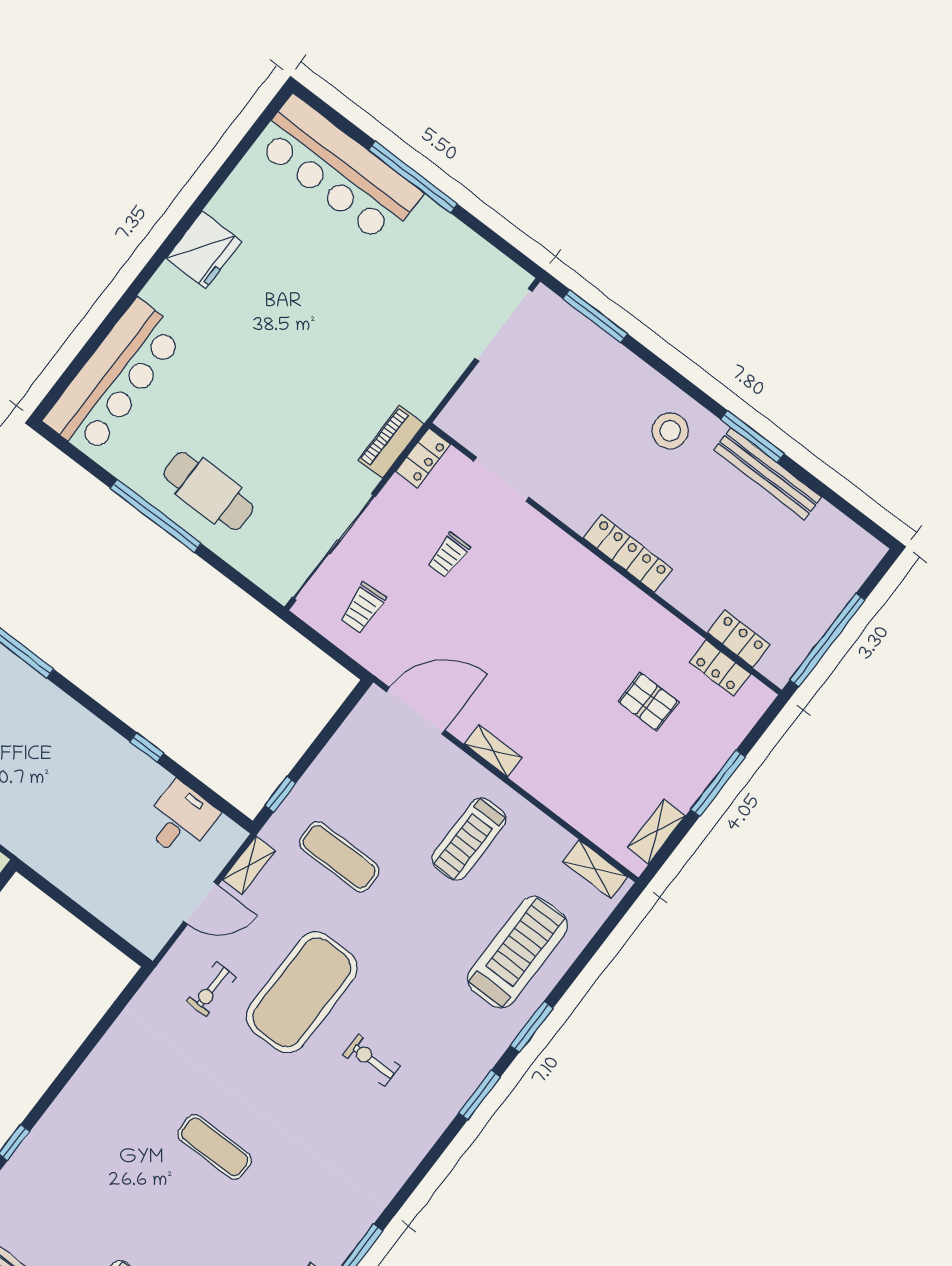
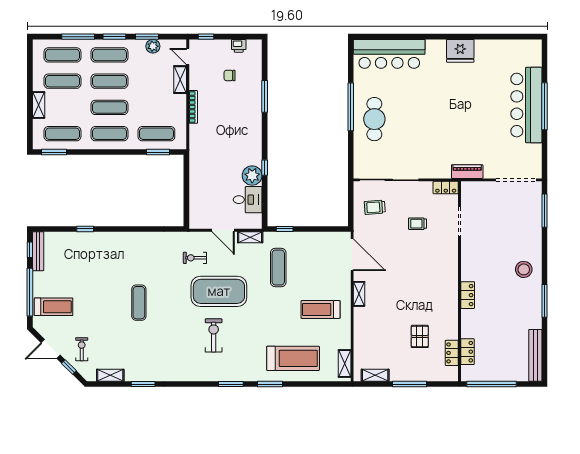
bar counter: (338, 170) -> (526, 105), moved
piano: (391, 442) -> (467, 172), moved
bench: (768, 473) -> (535, 355), moved
locker: (628, 554) -> (468, 295), width x0.66
plant: (144, 780) -> (252, 176), added
exercise bike: (372, 1060) -> (214, 335), width x1.38, depth x1.39

